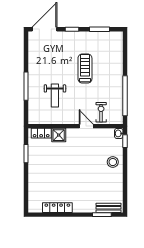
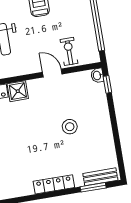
stool: (113, 162) -> (70, 127), moved
locker: (57, 208) -> (54, 184), moved

